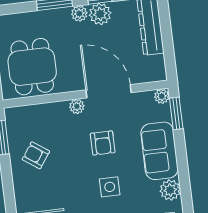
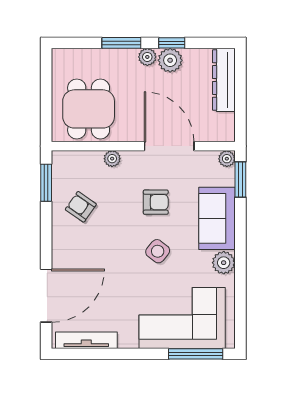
plant: (77, 106) -> (112, 159), moved
armchair: (103, 143) -> (156, 202), turned -90
side table: (110, 187) -> (158, 251), turned 38

